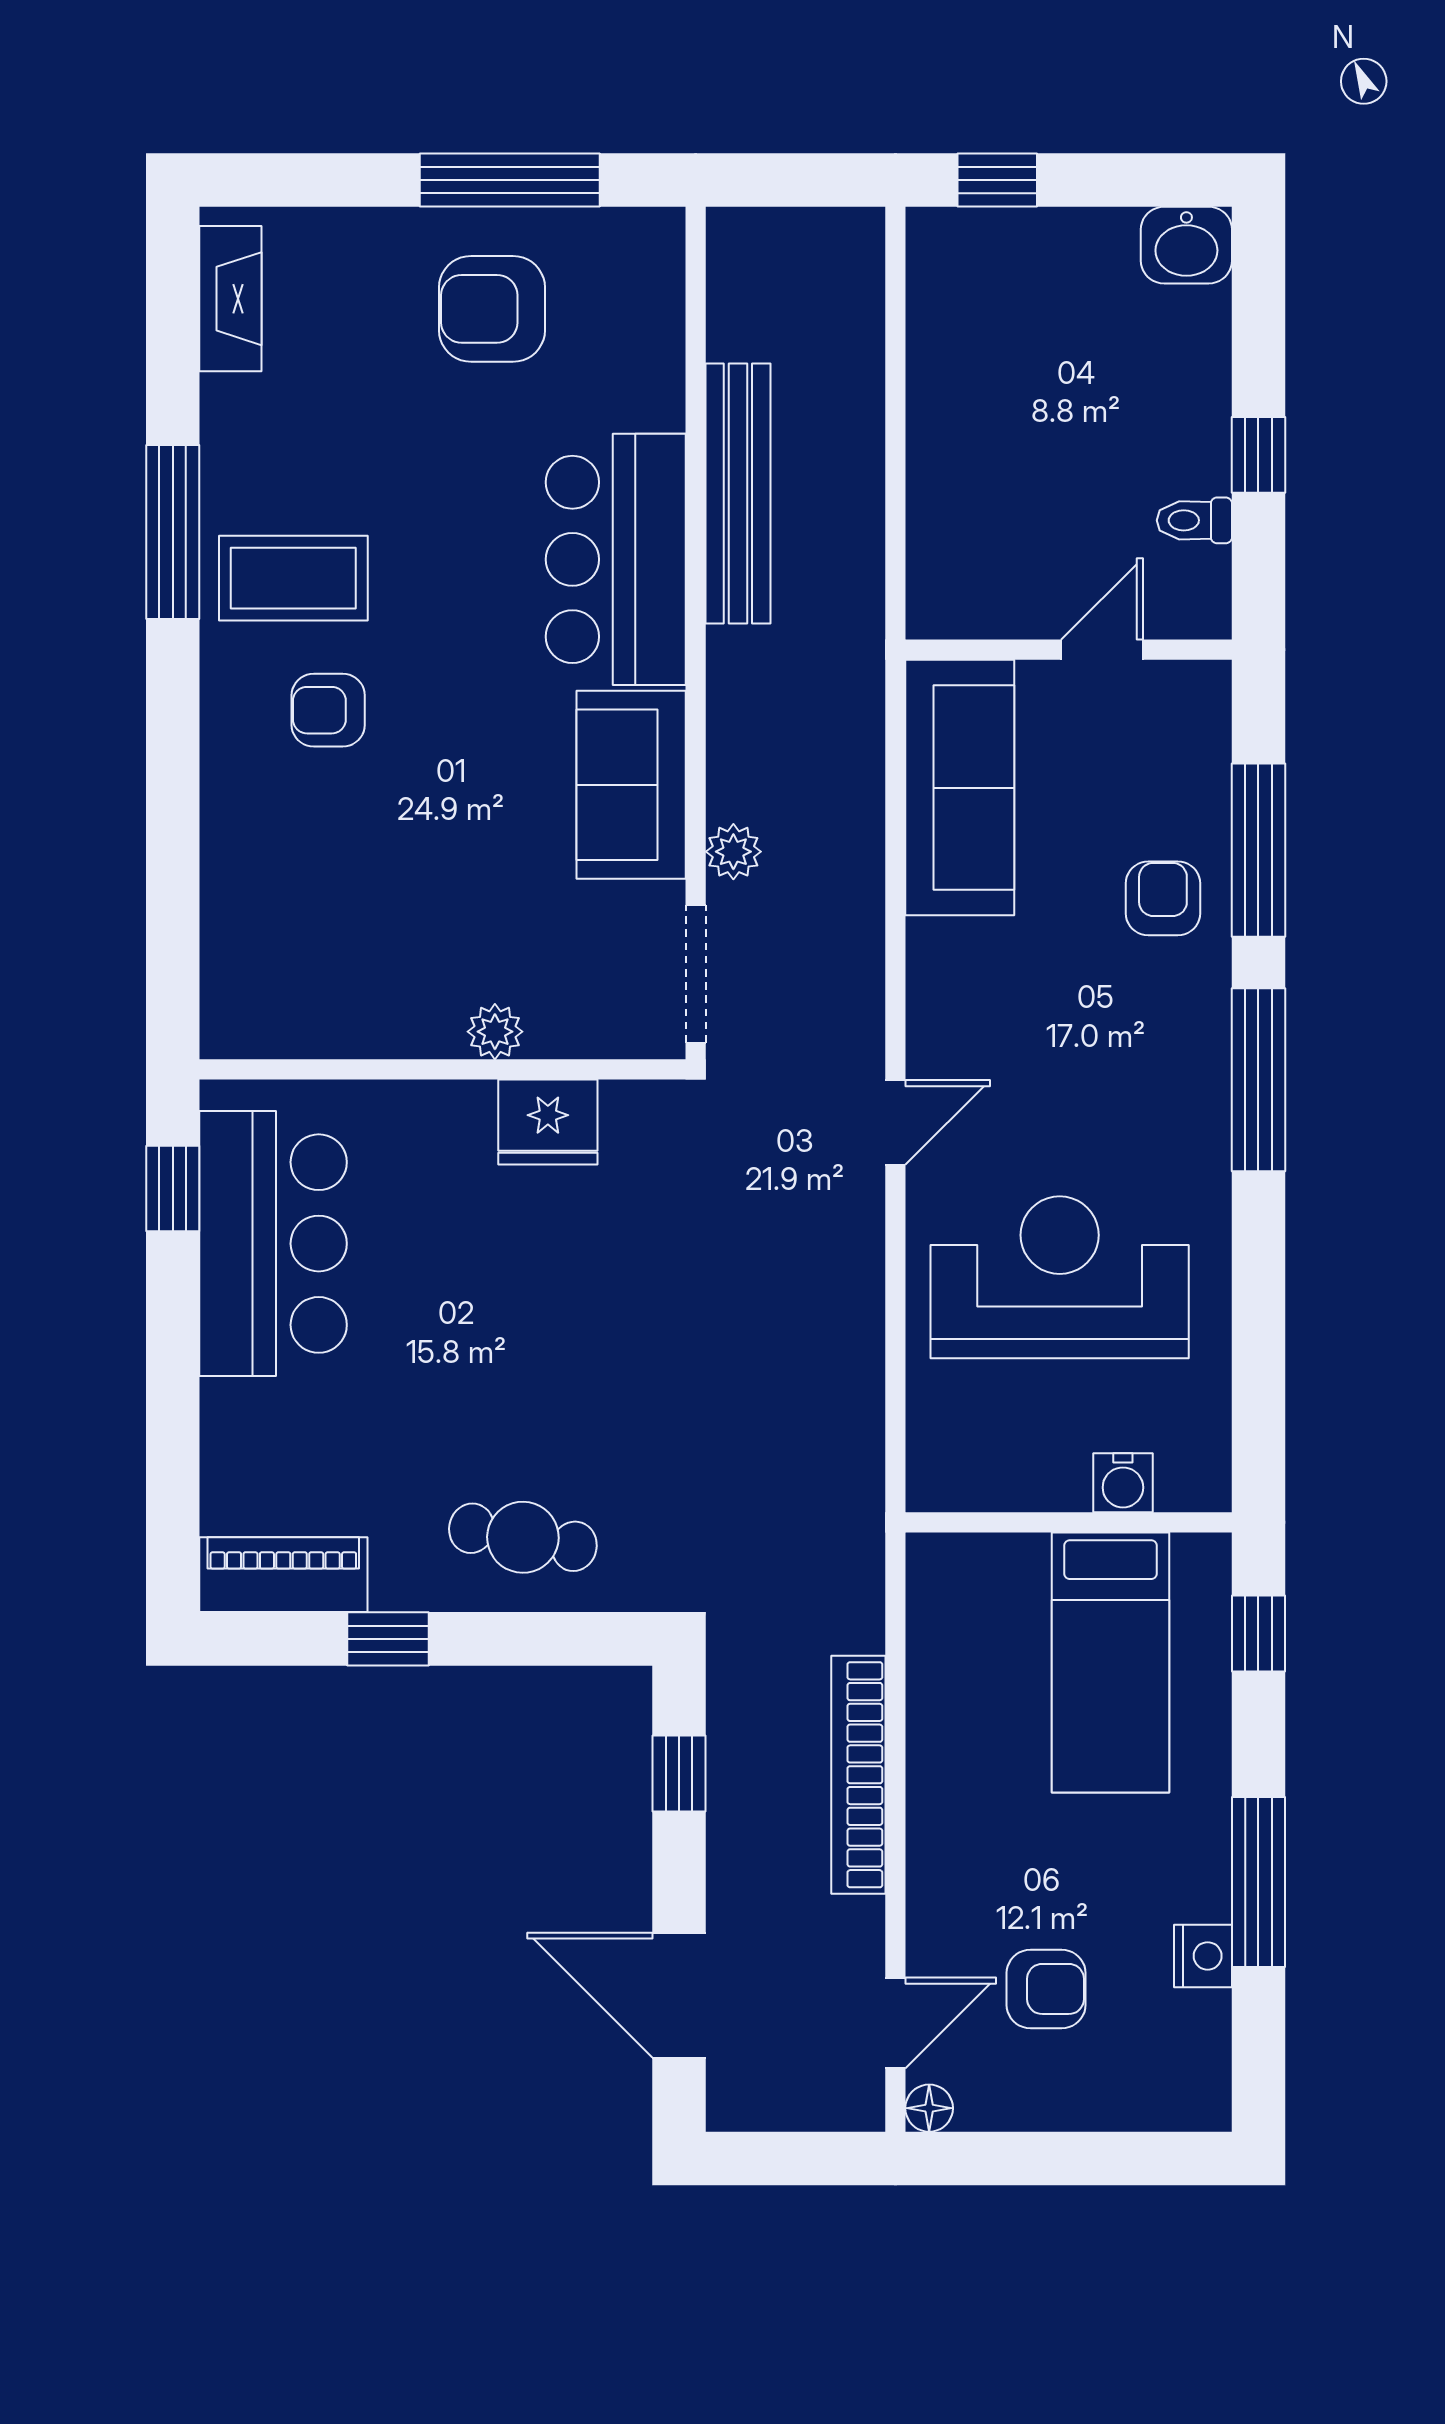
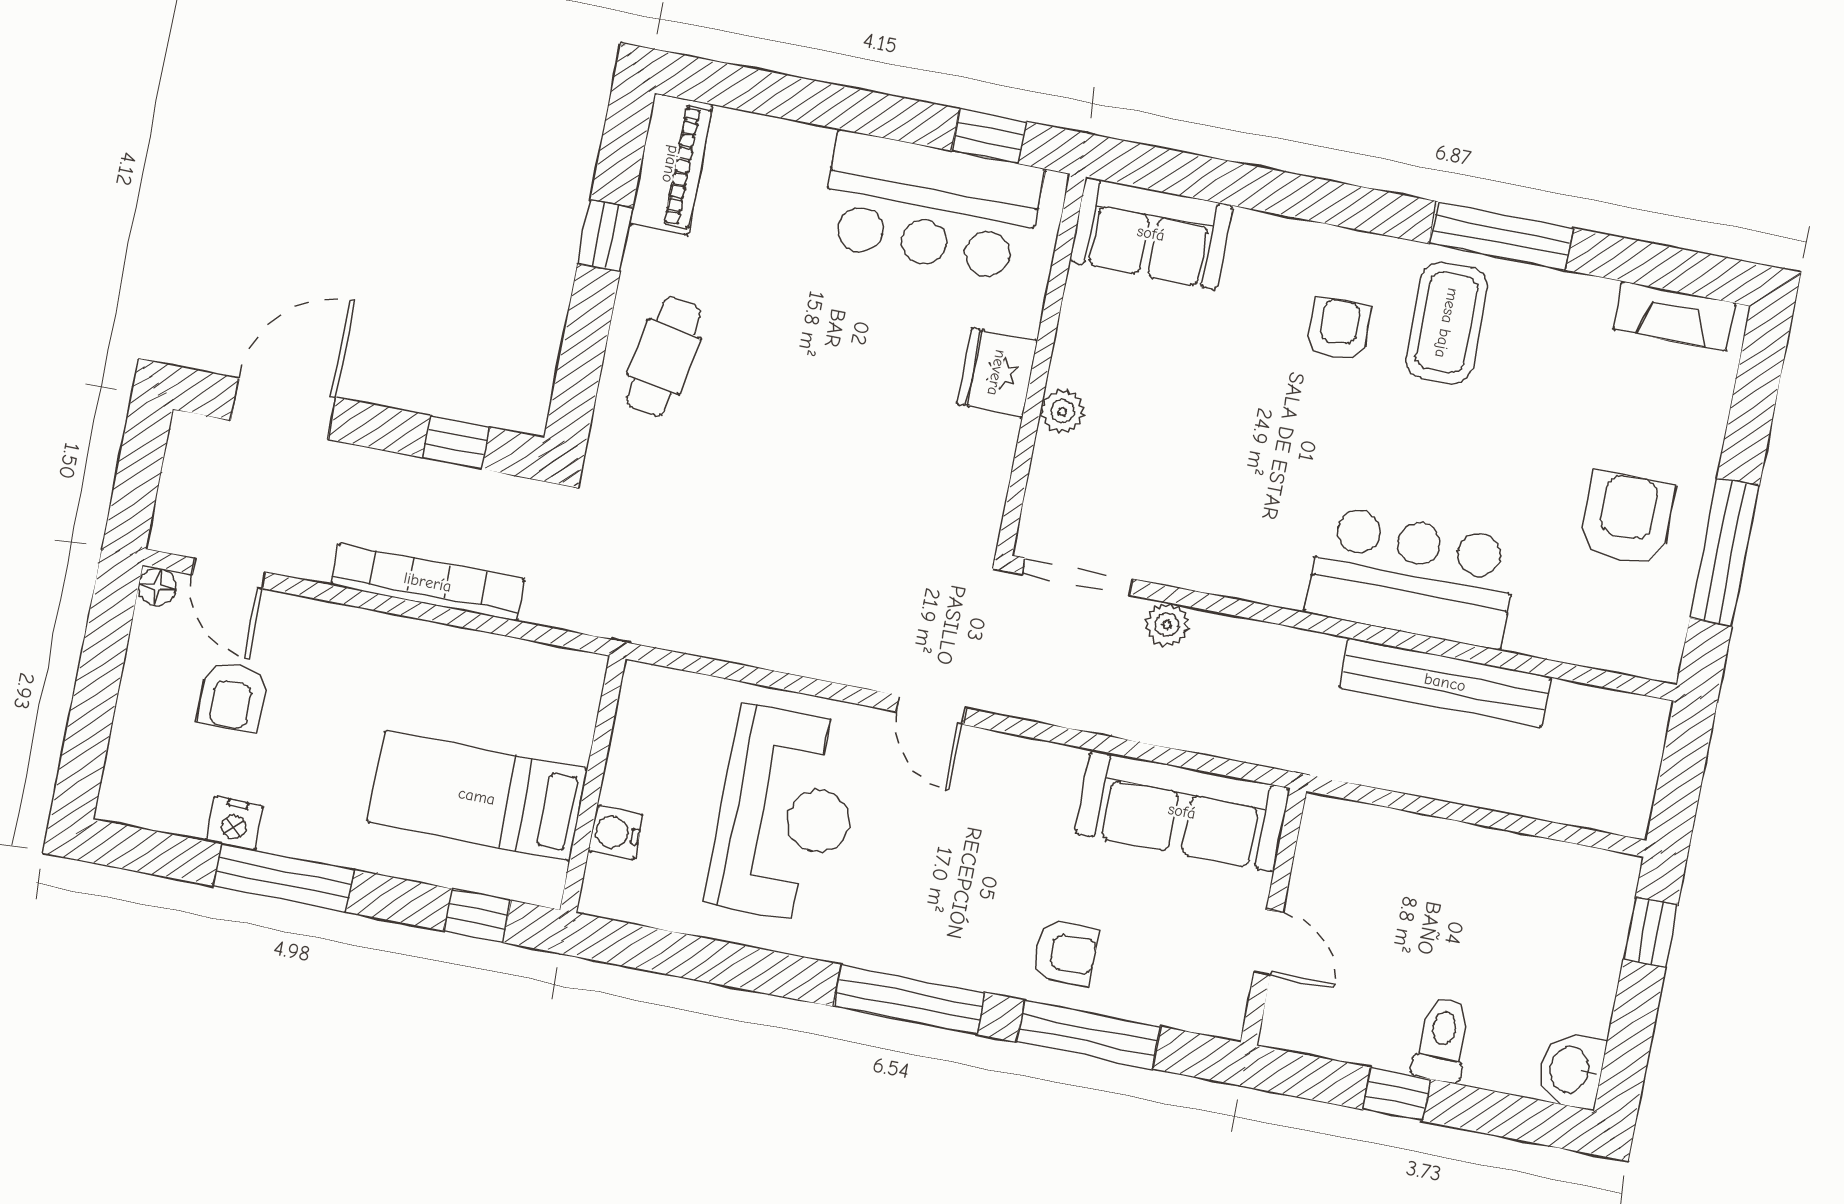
toilet: (1194, 520) -> (1442, 1039), moved, width x1.37, depth x1.39
sofa: (631, 785) -> (1151, 233), moved, turned 180
fridge: (548, 1122) -> (997, 373), moved

